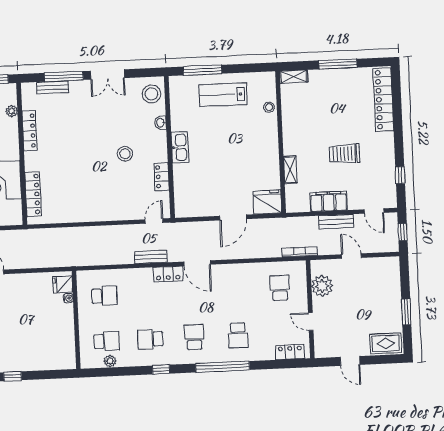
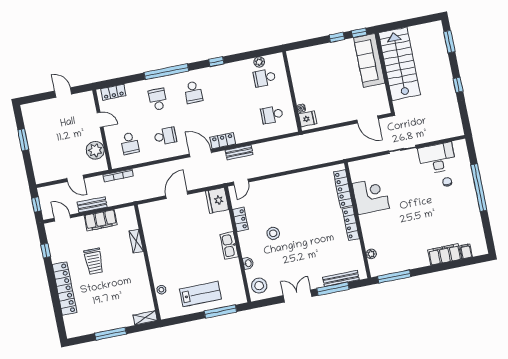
bench: (52, 87) -> (341, 278), width x1.36
locker: (383, 99) -> (65, 289), moved
locker: (29, 131) -> (351, 224), moved
trolley: (344, 154) -> (94, 261), turned 90
fridge: (267, 202) -> (217, 200), moved, turned 90
school desk: (150, 339) -> (165, 136), moved
rug: (386, 343) -> (36, 111), removed

